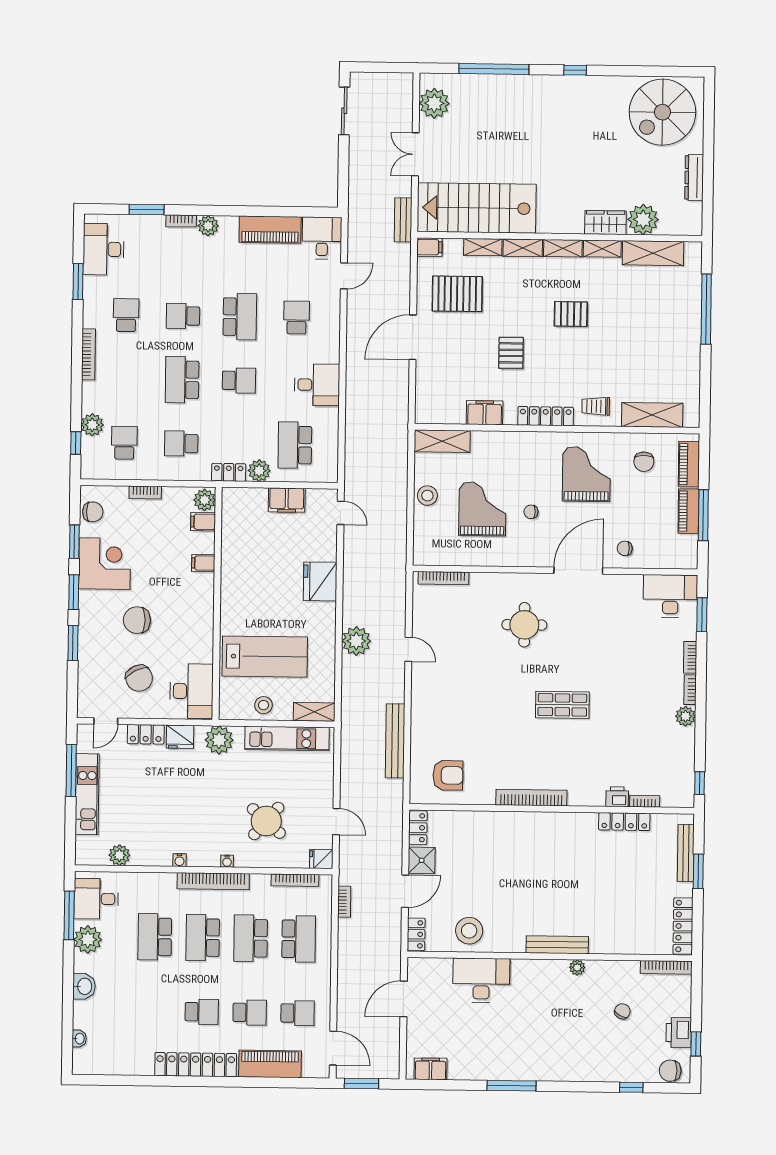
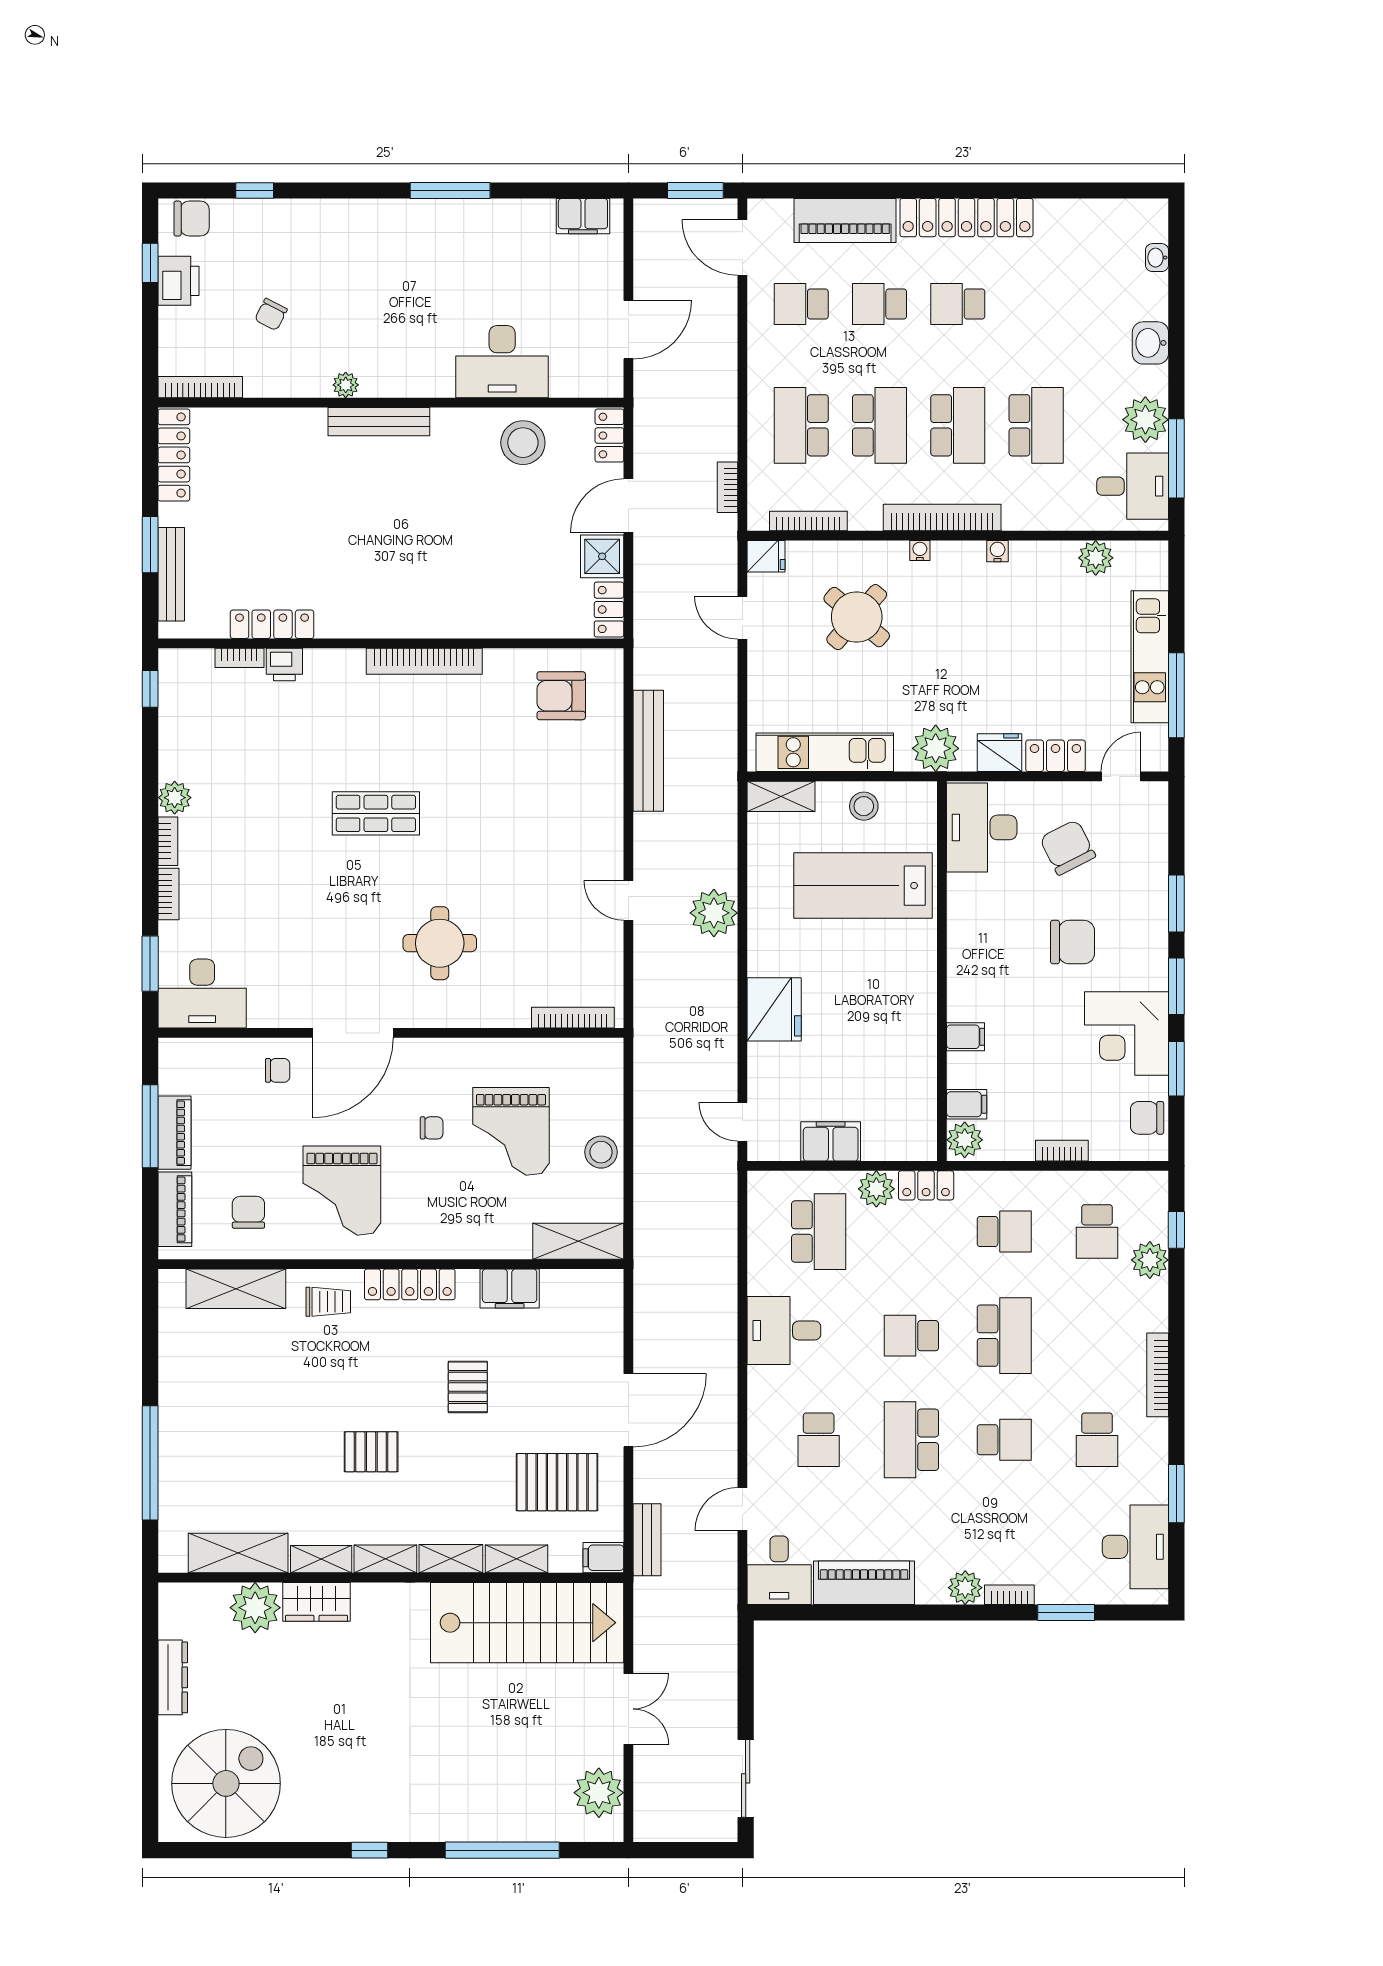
bench: (403, 220) -> (647, 1540), moved

